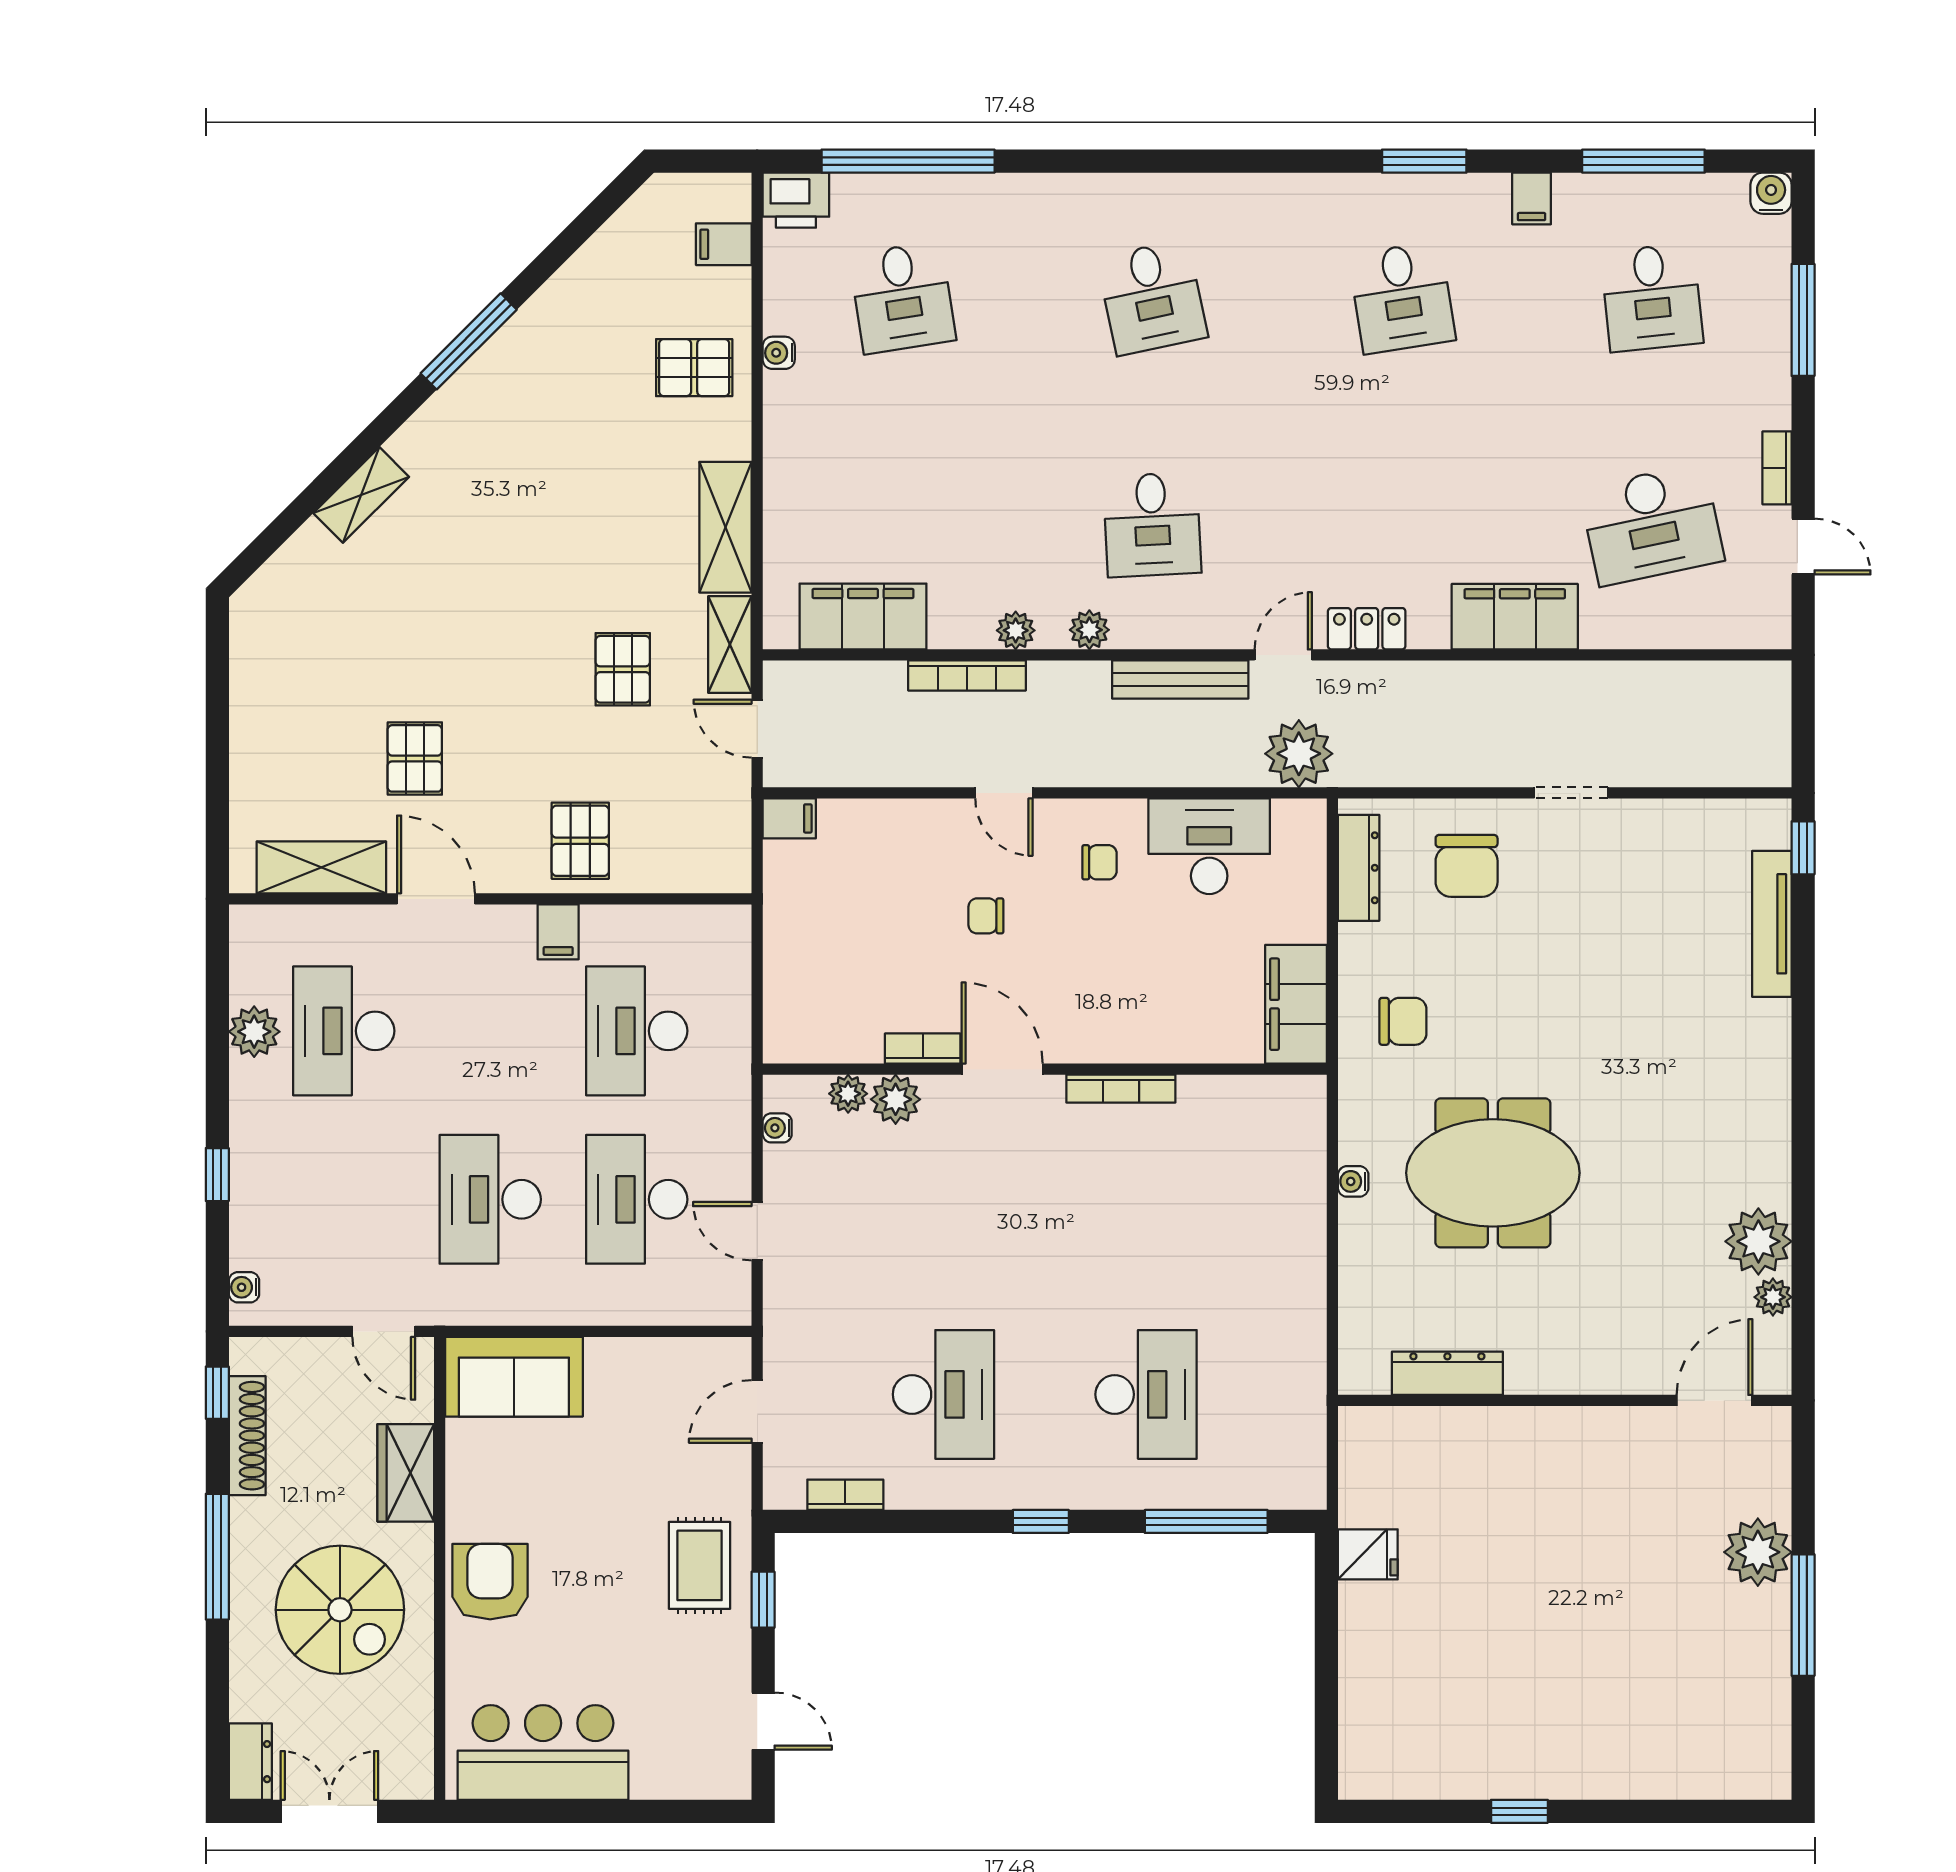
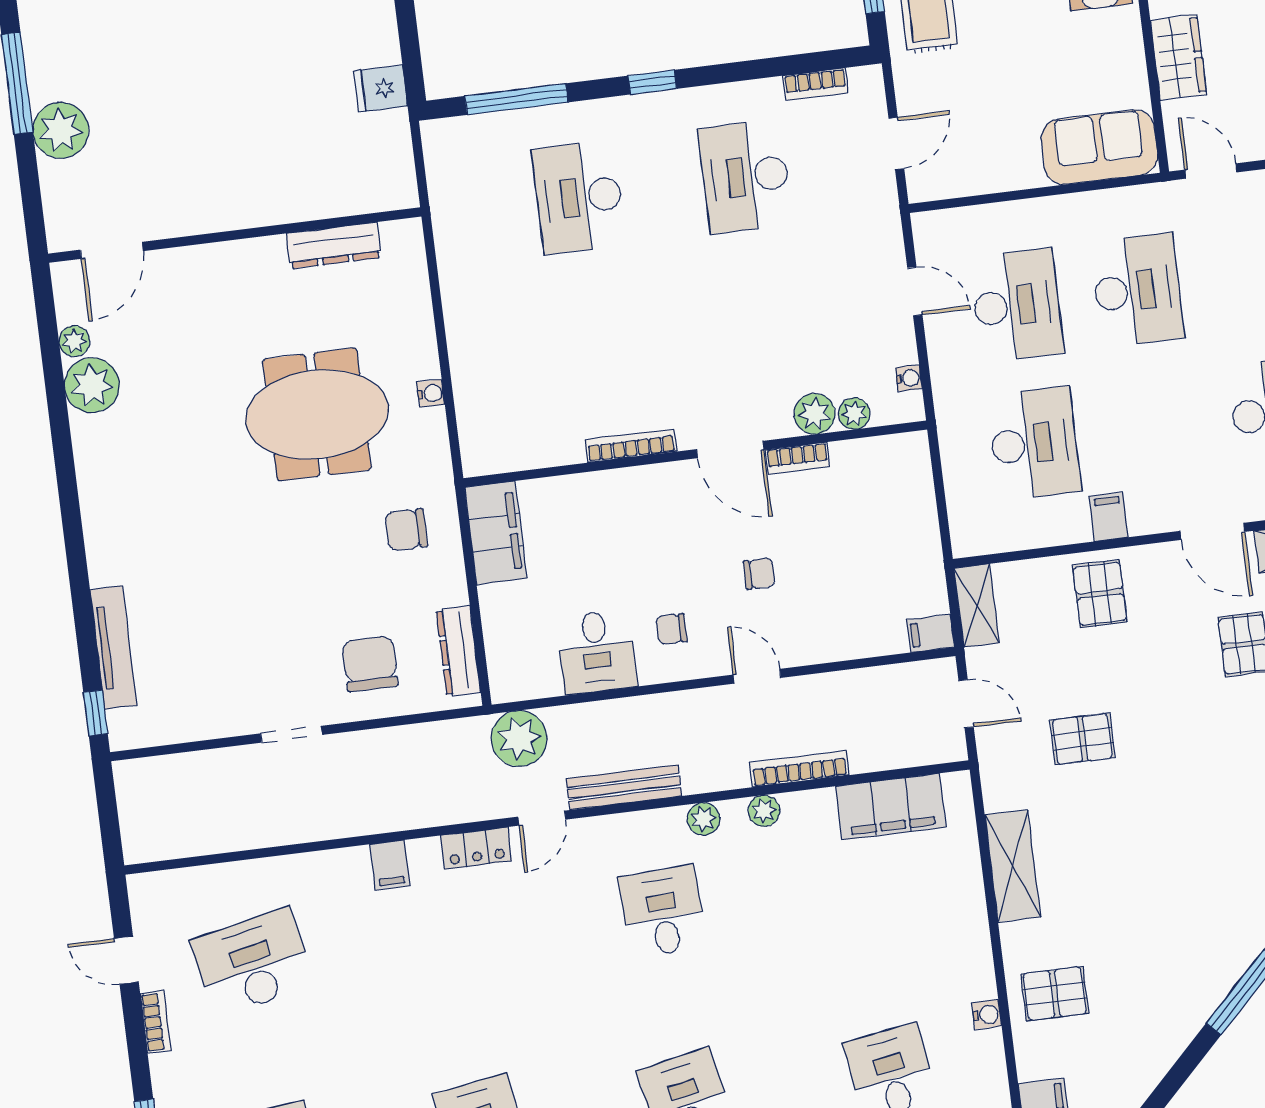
filing cabinet: (1515, 617) -> (390, 865), width x0.33, depth x0.86
shelving: (730, 645) -> (977, 606), moved
pallet: (623, 669) -> (1082, 739), turned 90
desk: (1209, 846) -> (597, 652), width x0.73

